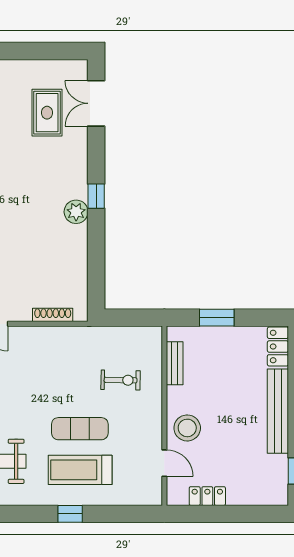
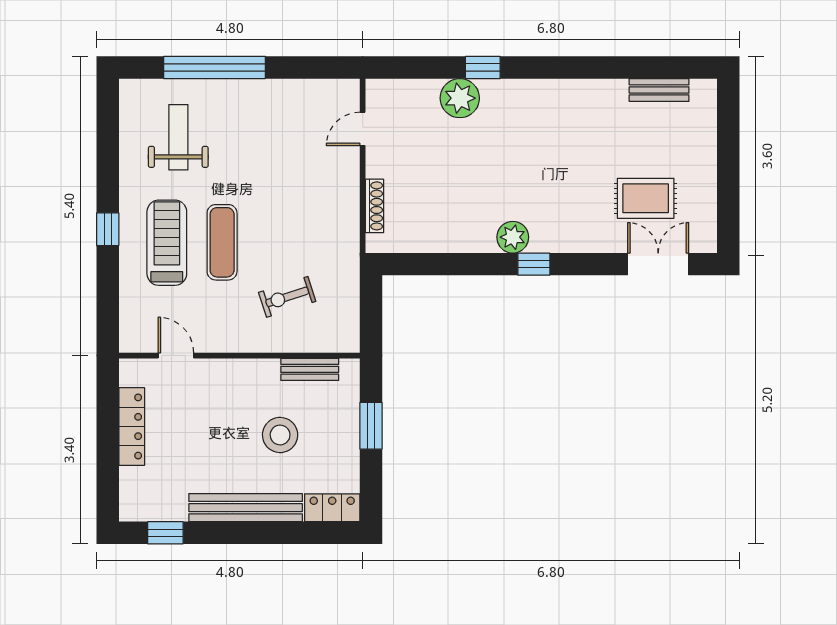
exercise bike: (121, 380) -> (287, 297), turned 71
stool: (187, 428) -> (280, 435), moved
door: (164, 463) -> (176, 356), swing flipped
locker: (207, 496) -> (132, 427), width x1.53

